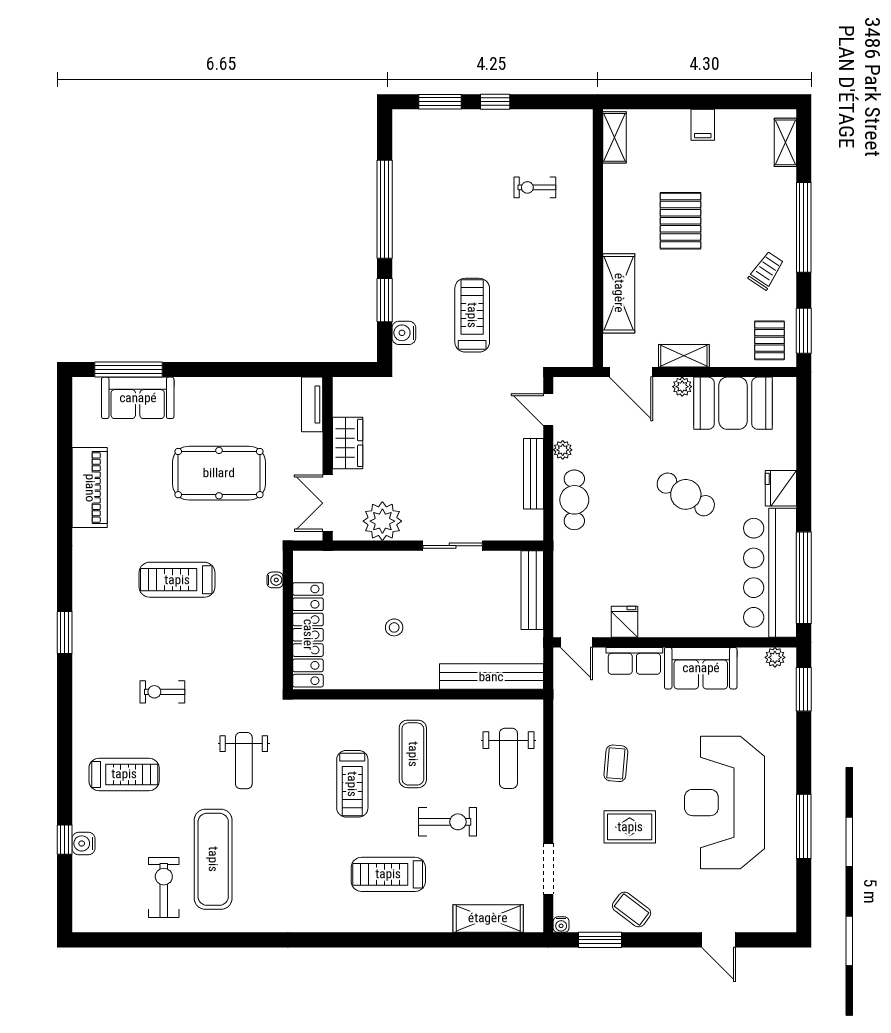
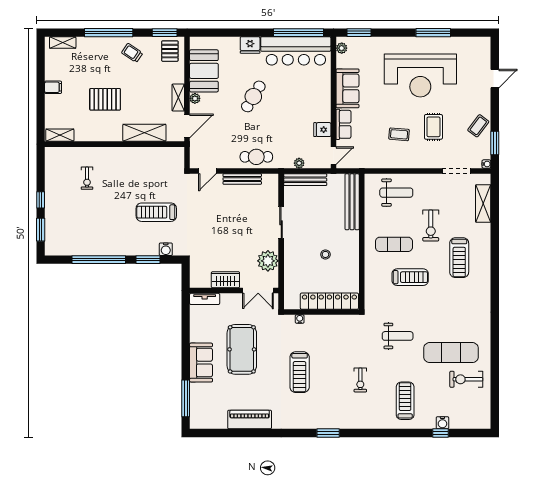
pallet: (770, 340) -> (170, 51), turned 90
sofa: (138, 398) -> (201, 363), moved
plant: (563, 450) -> (299, 163), moved
exercise bike: (448, 822) -> (431, 226), turned 180

